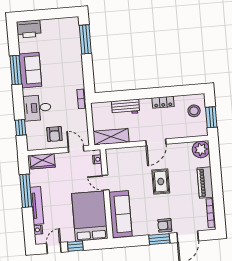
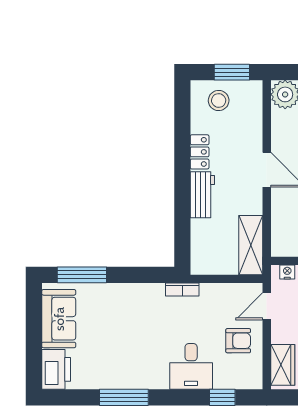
sofa: (30, 70) -> (59, 319), moved, turned 90
workbench: (126, 107) -> (202, 195), moved

